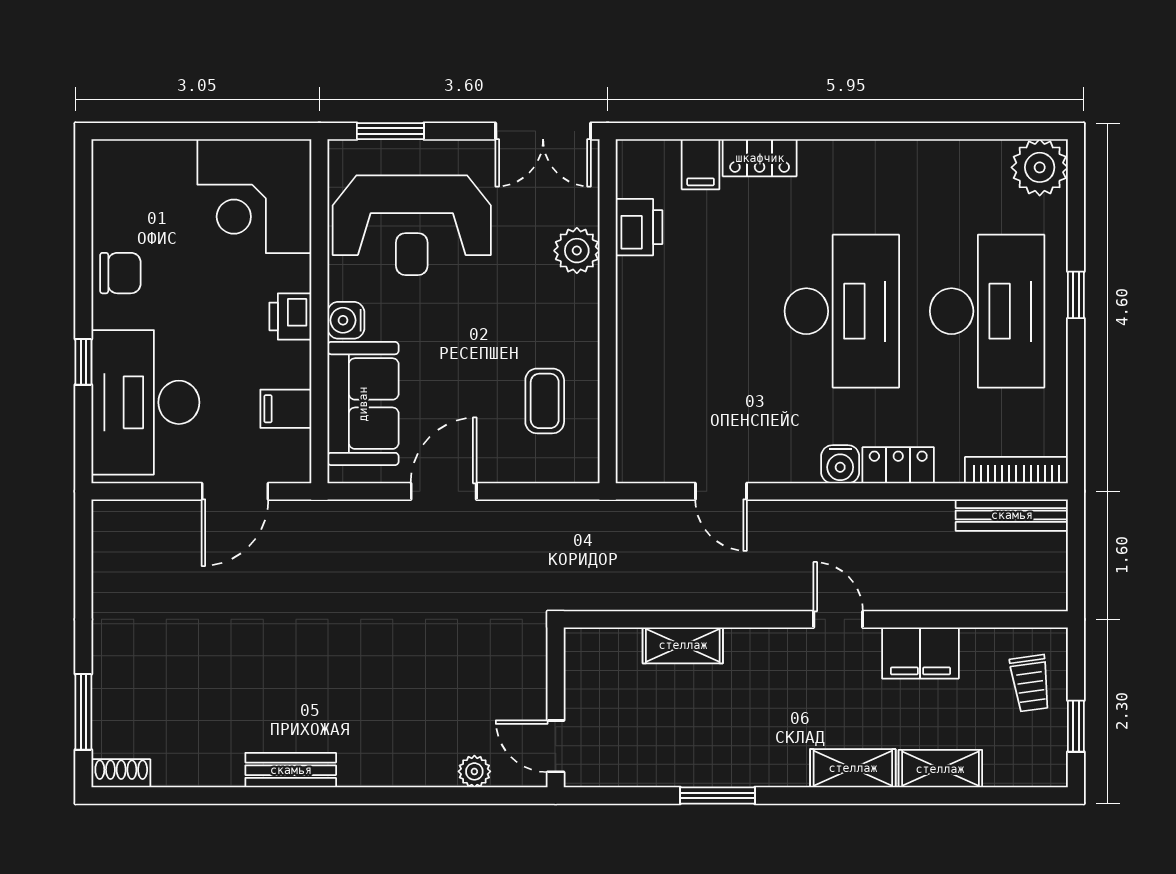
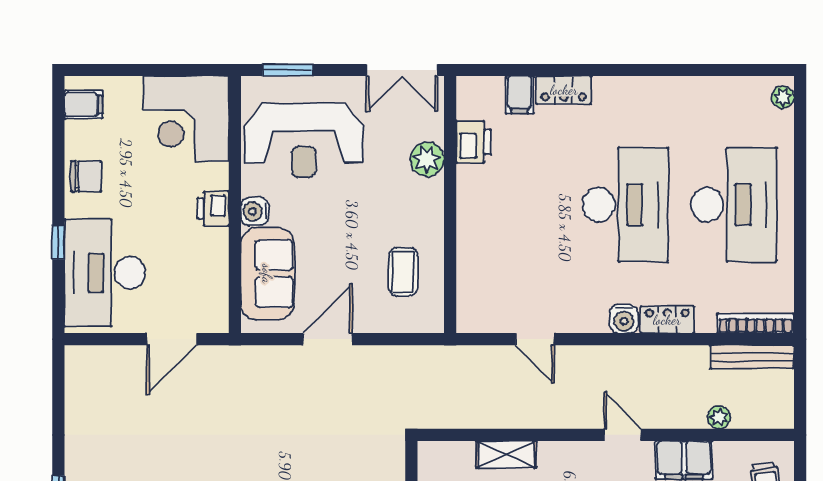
plant: (1040, 167) -> (783, 97), width x0.53, depth x0.53
window: (1076, 295) -> (800, 192), removed
filing cabinet: (286, 409) -> (83, 104), moved, turned 180
plant: (967, 596) -> (719, 417), added

